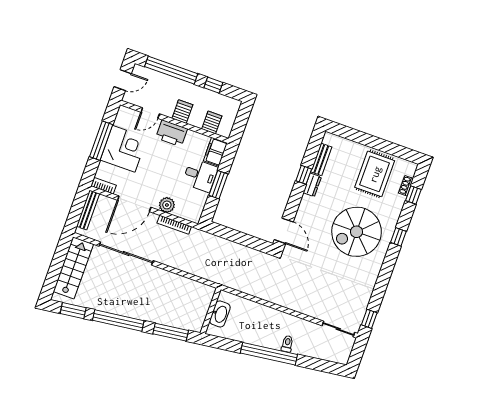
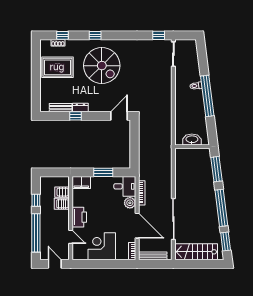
server rack: (182, 112) -> (62, 204), moved
window: (101, 141) -> (102, 264), removed
desk: (200, 175) -> (125, 186), moved, turned 90

